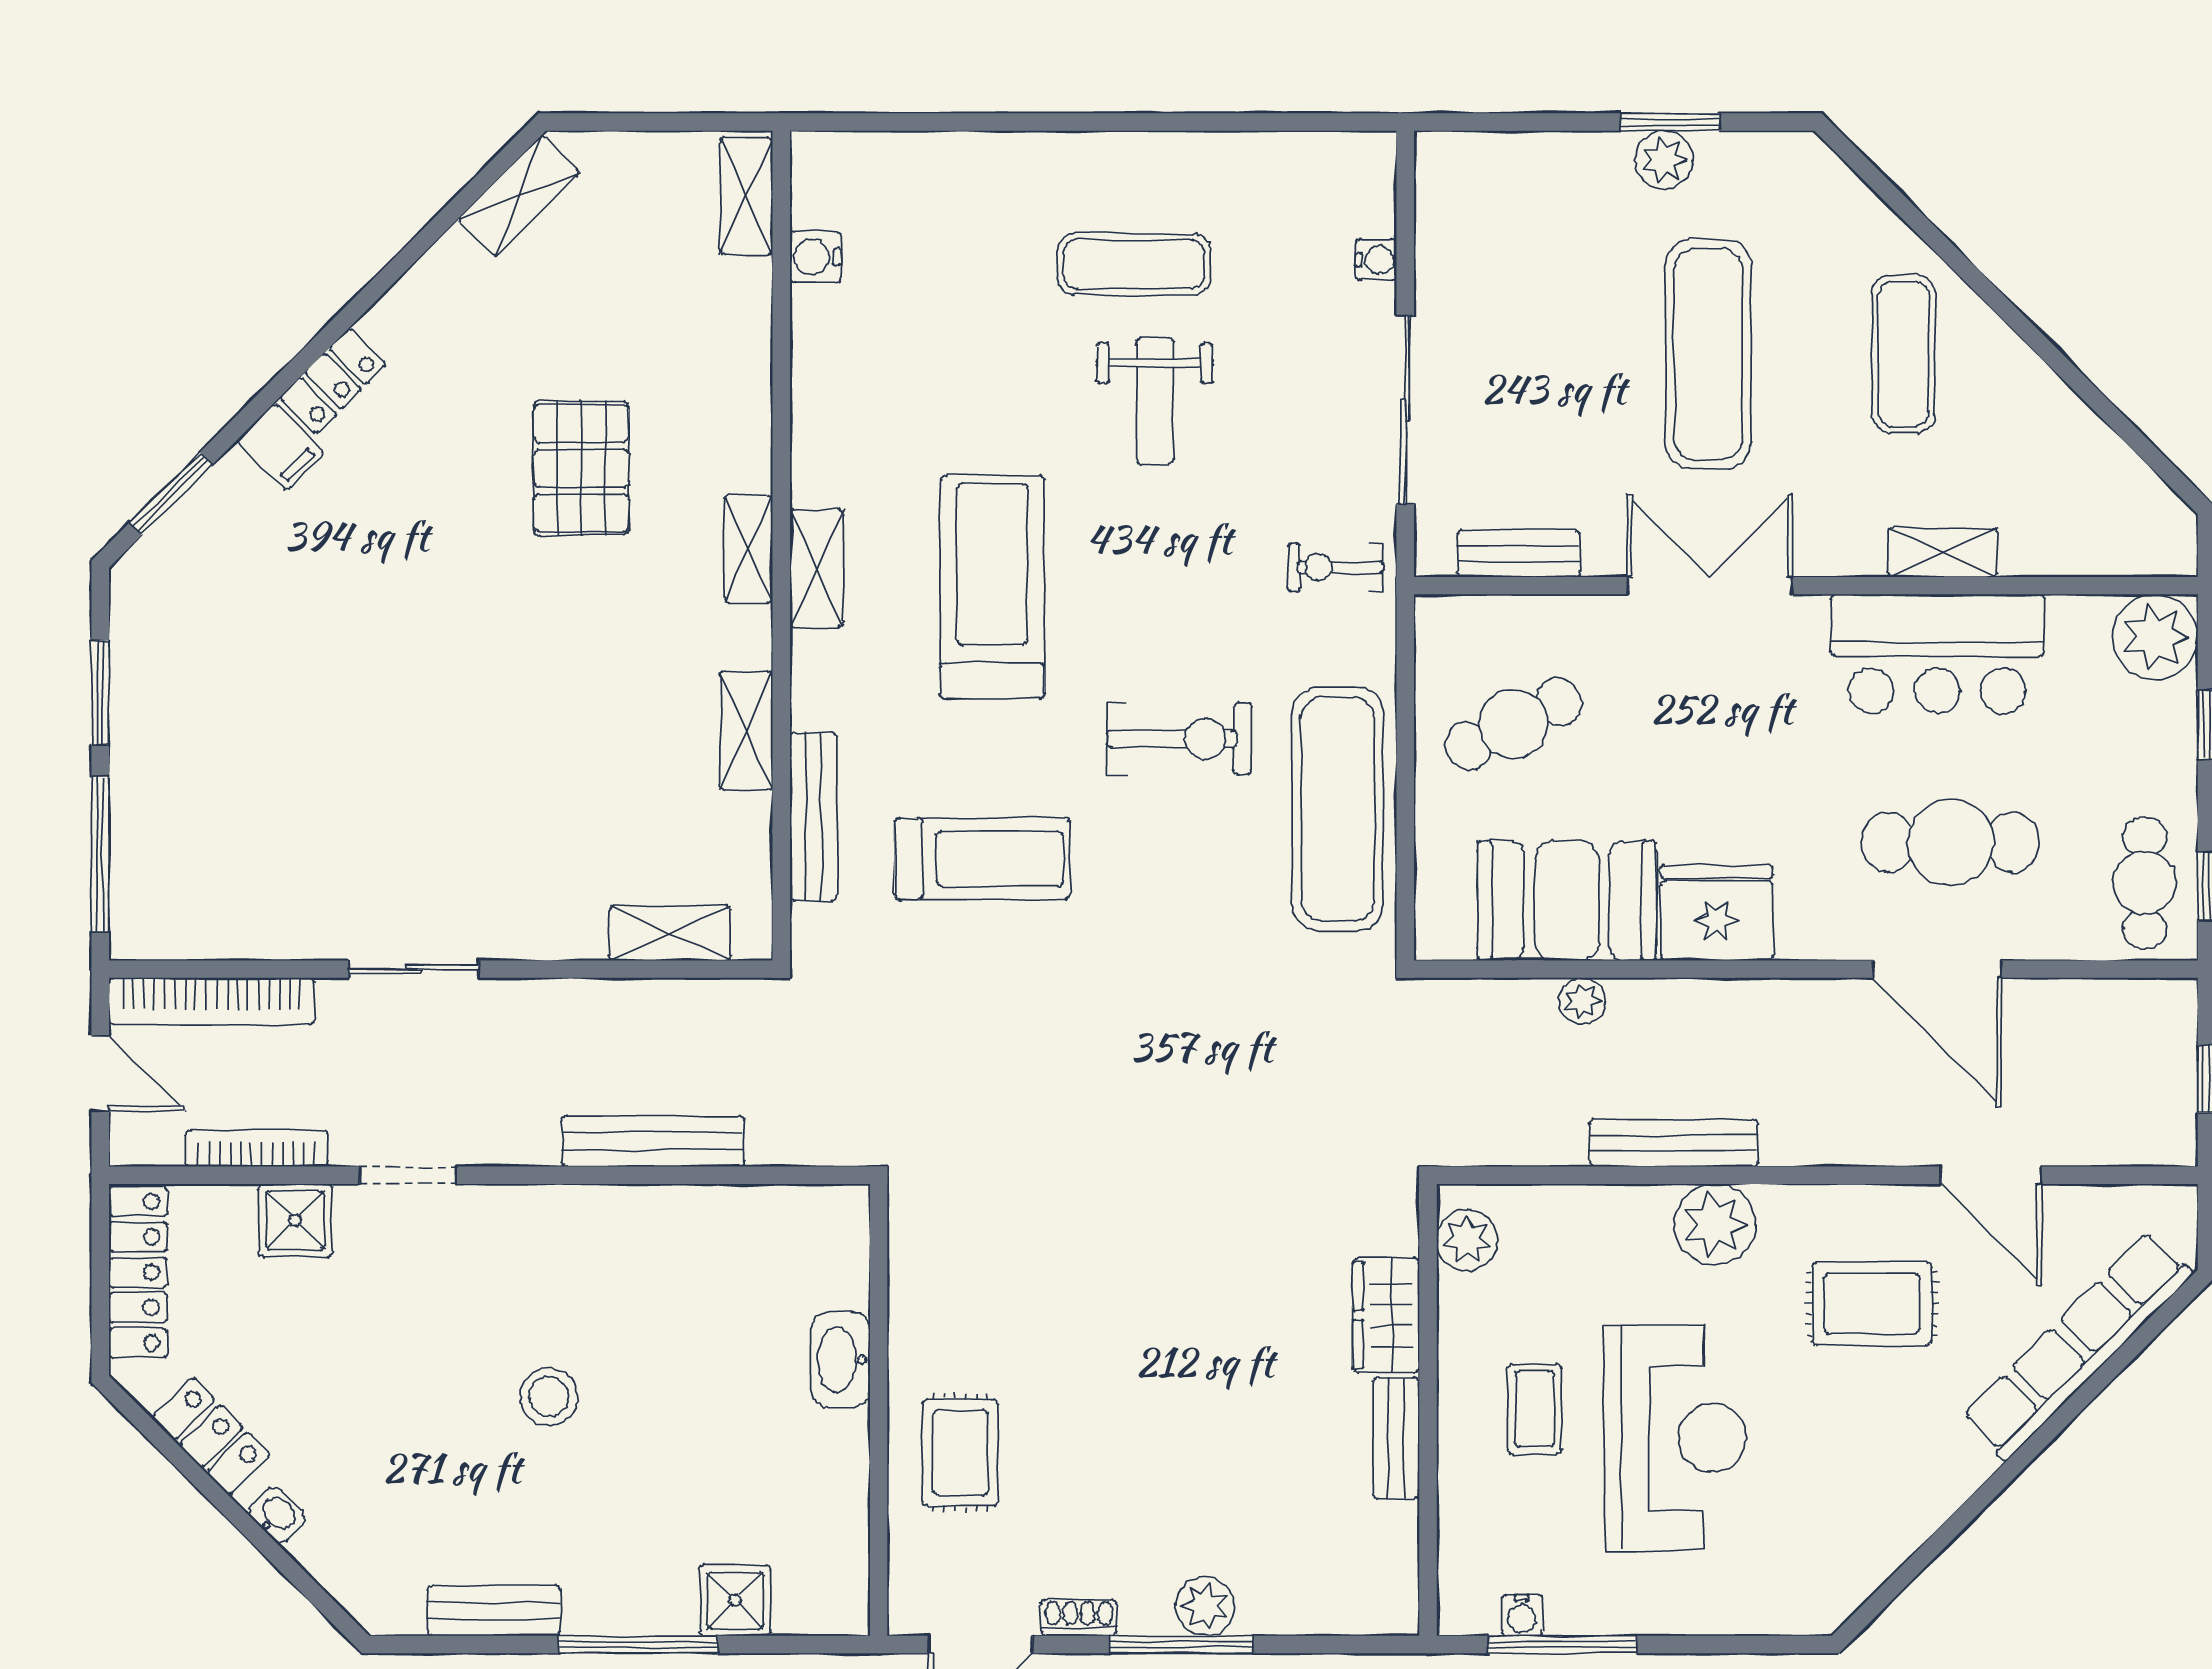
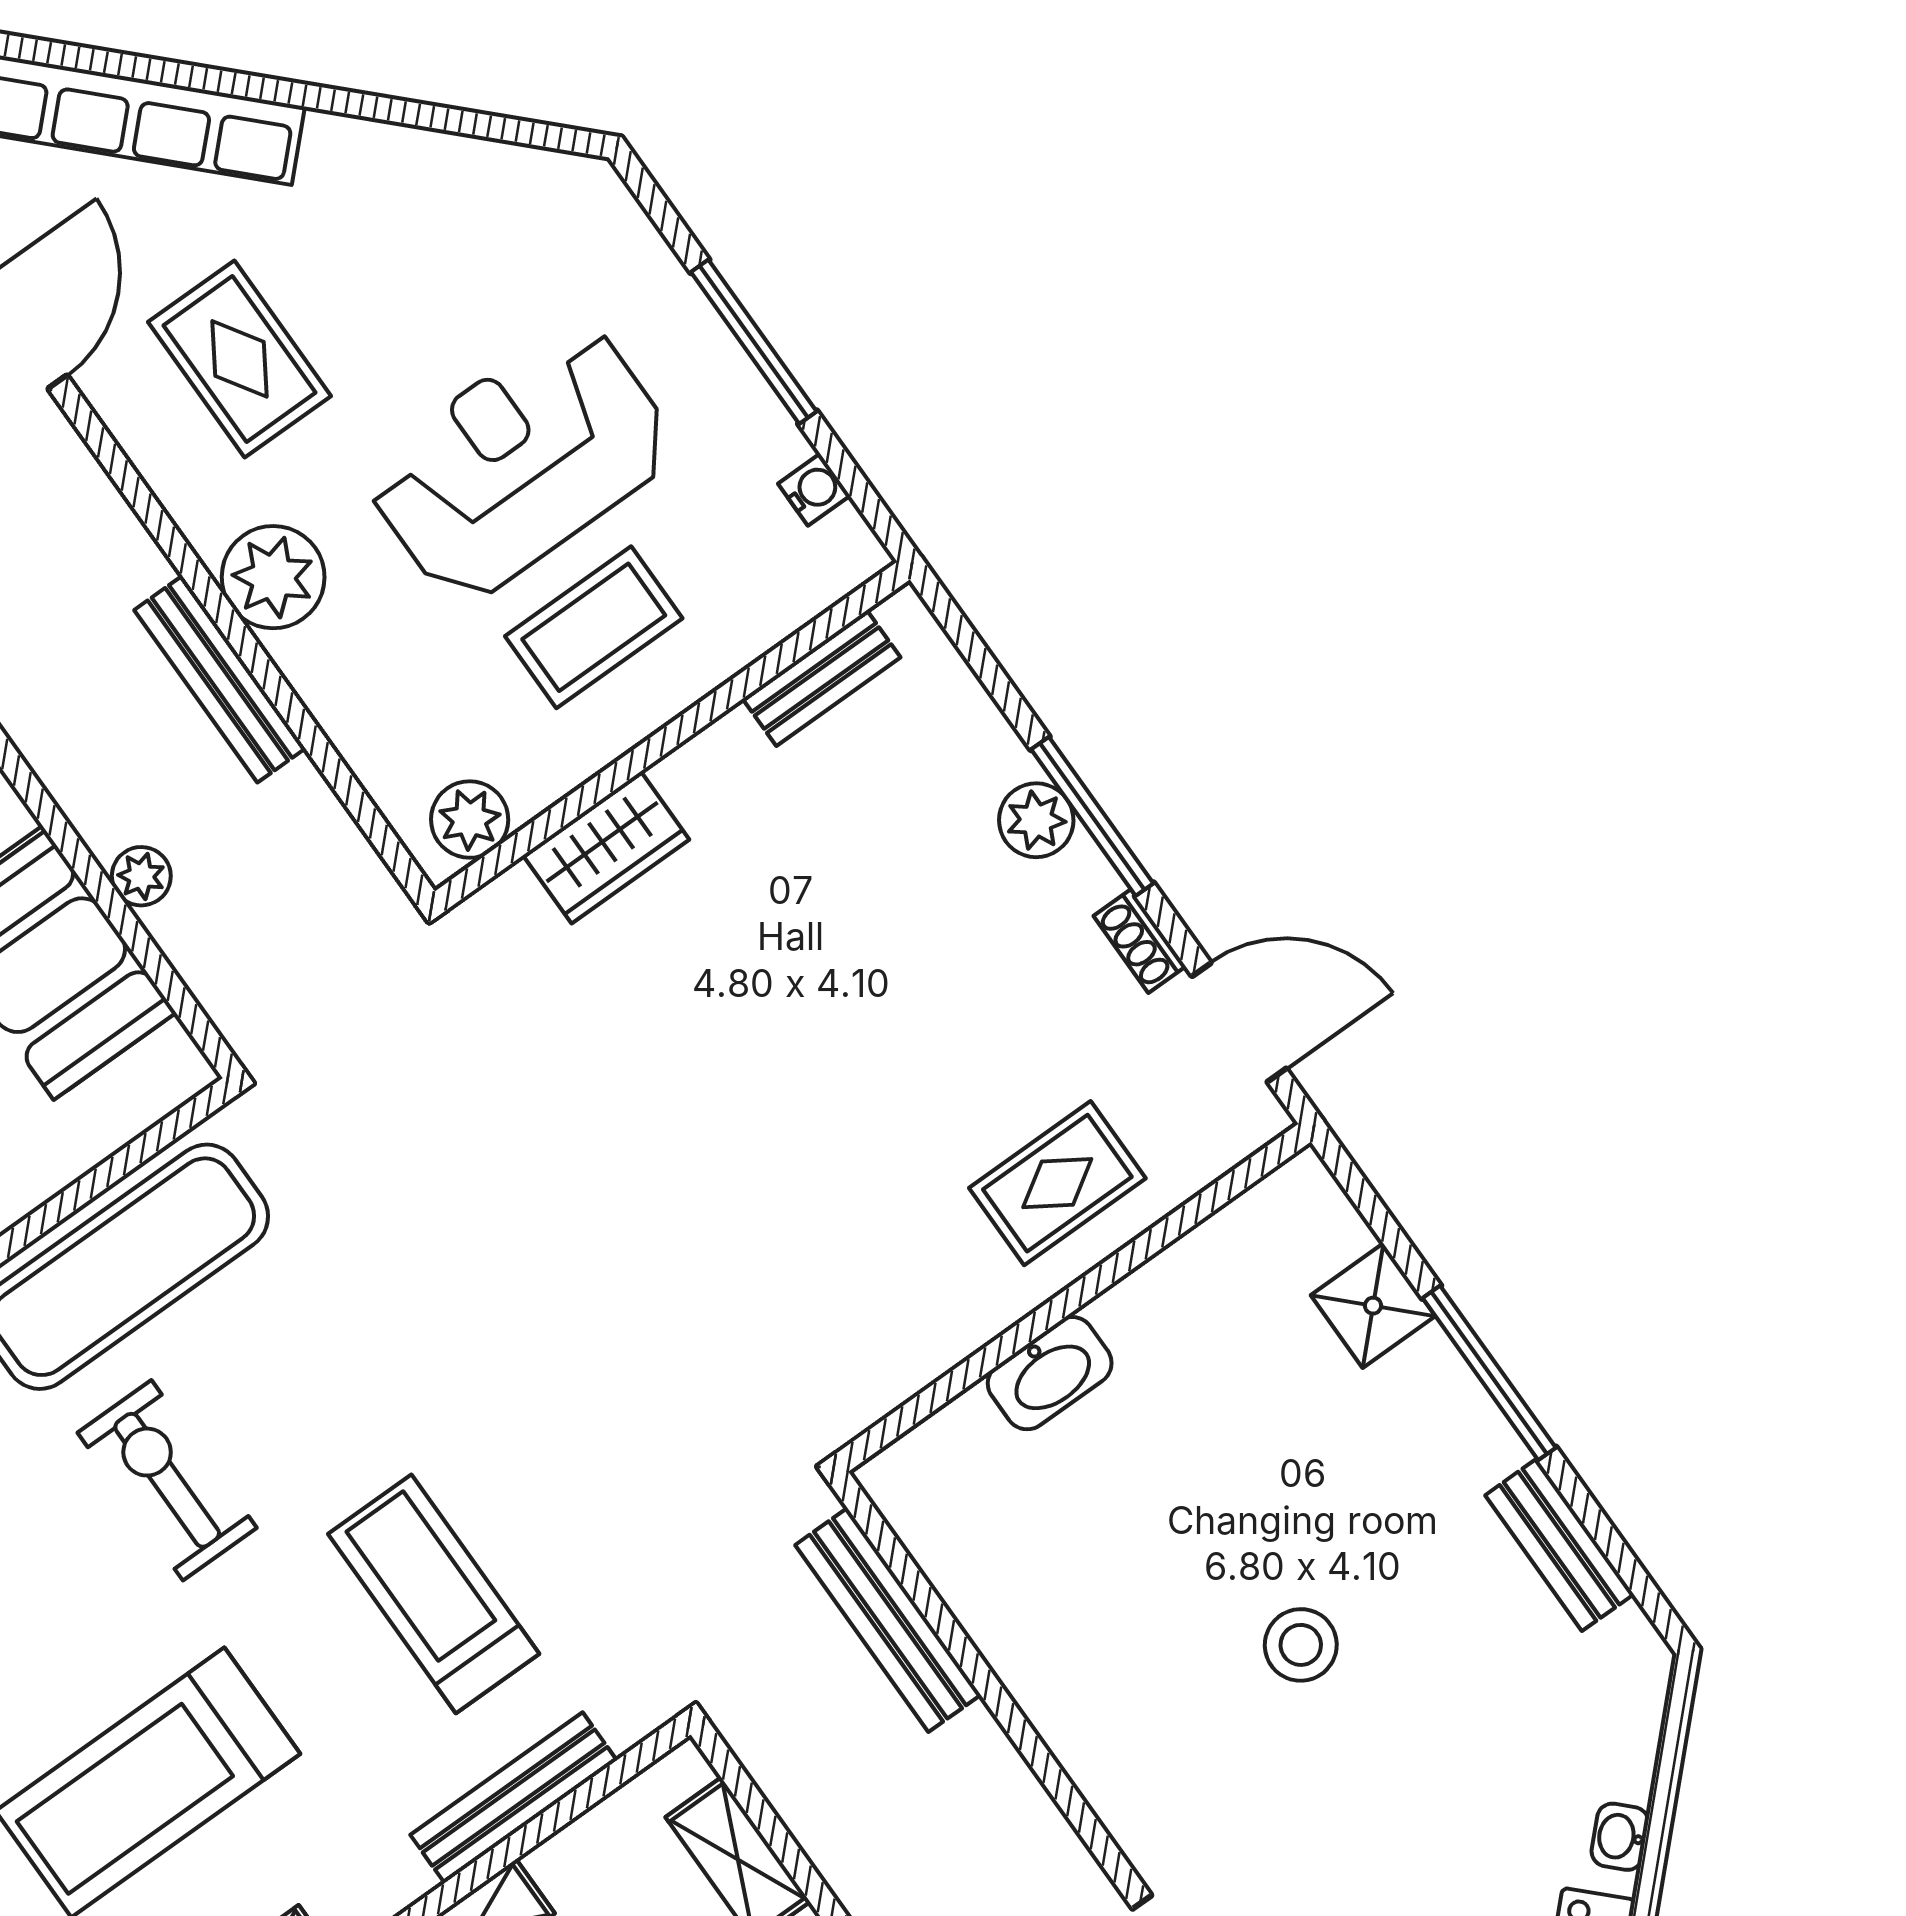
bench: (653, 1141) -> (888, 1620), moved
coffee table: (1534, 1409) -> (594, 627), width x1.36, depth x1.30
bench: (1396, 1438) -> (822, 678), moved
window: (1562, 1645) -> (754, 342), moved

